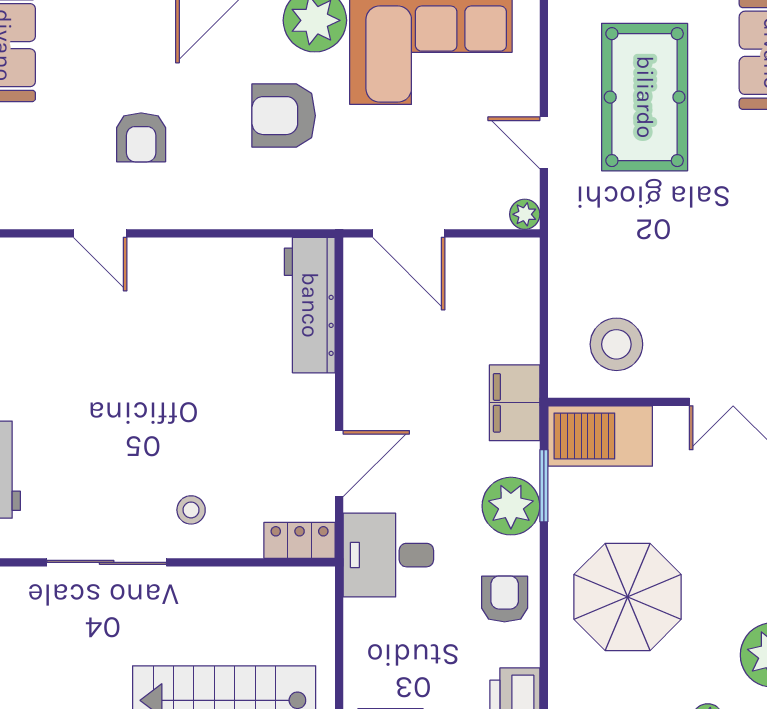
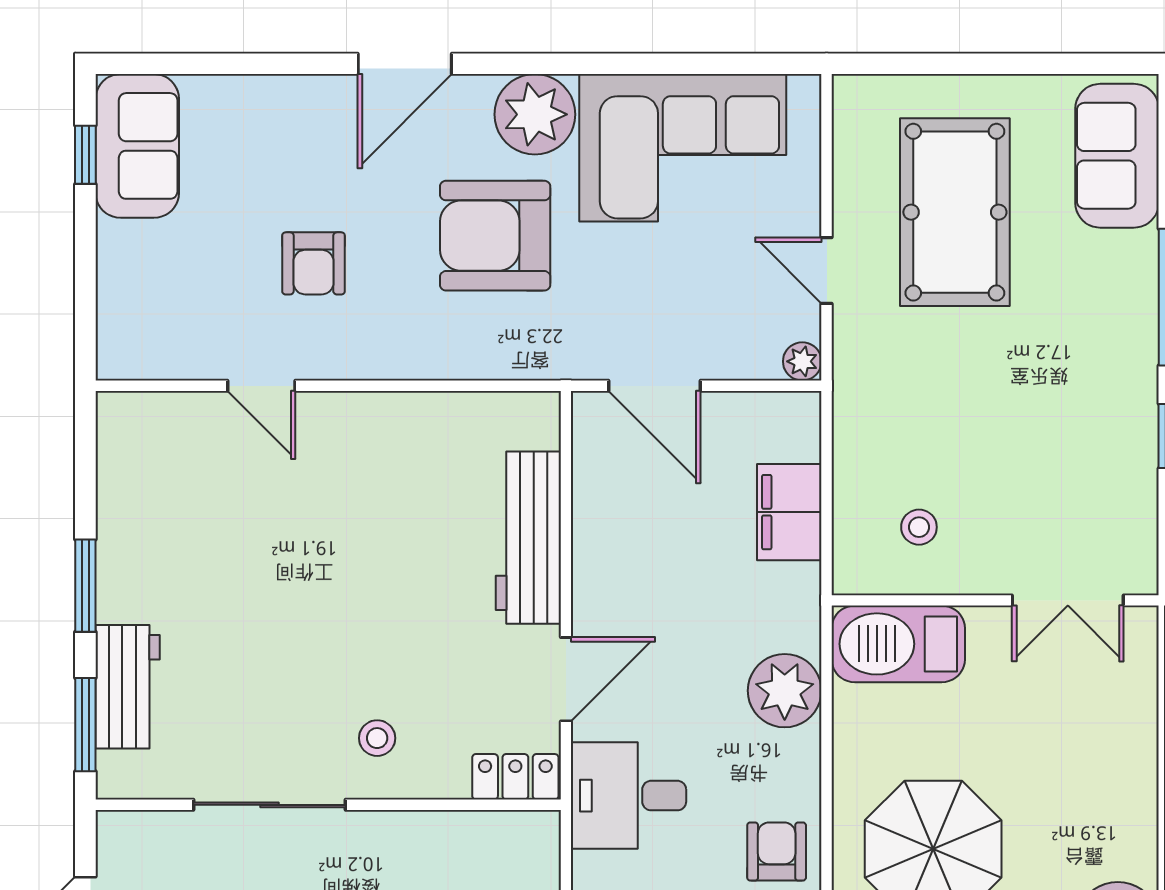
armchair: (284, 116) -> (495, 236), width x1.36, depth x1.36
workbench: (310, 305) -> (528, 538), moved
stool: (616, 344) -> (919, 527), width x0.53, depth x0.53
filing cabinet: (515, 403) -> (789, 512), moved
window: (544, 486) -> (827, 707), removed
plant: (511, 506) -> (785, 691), moved

